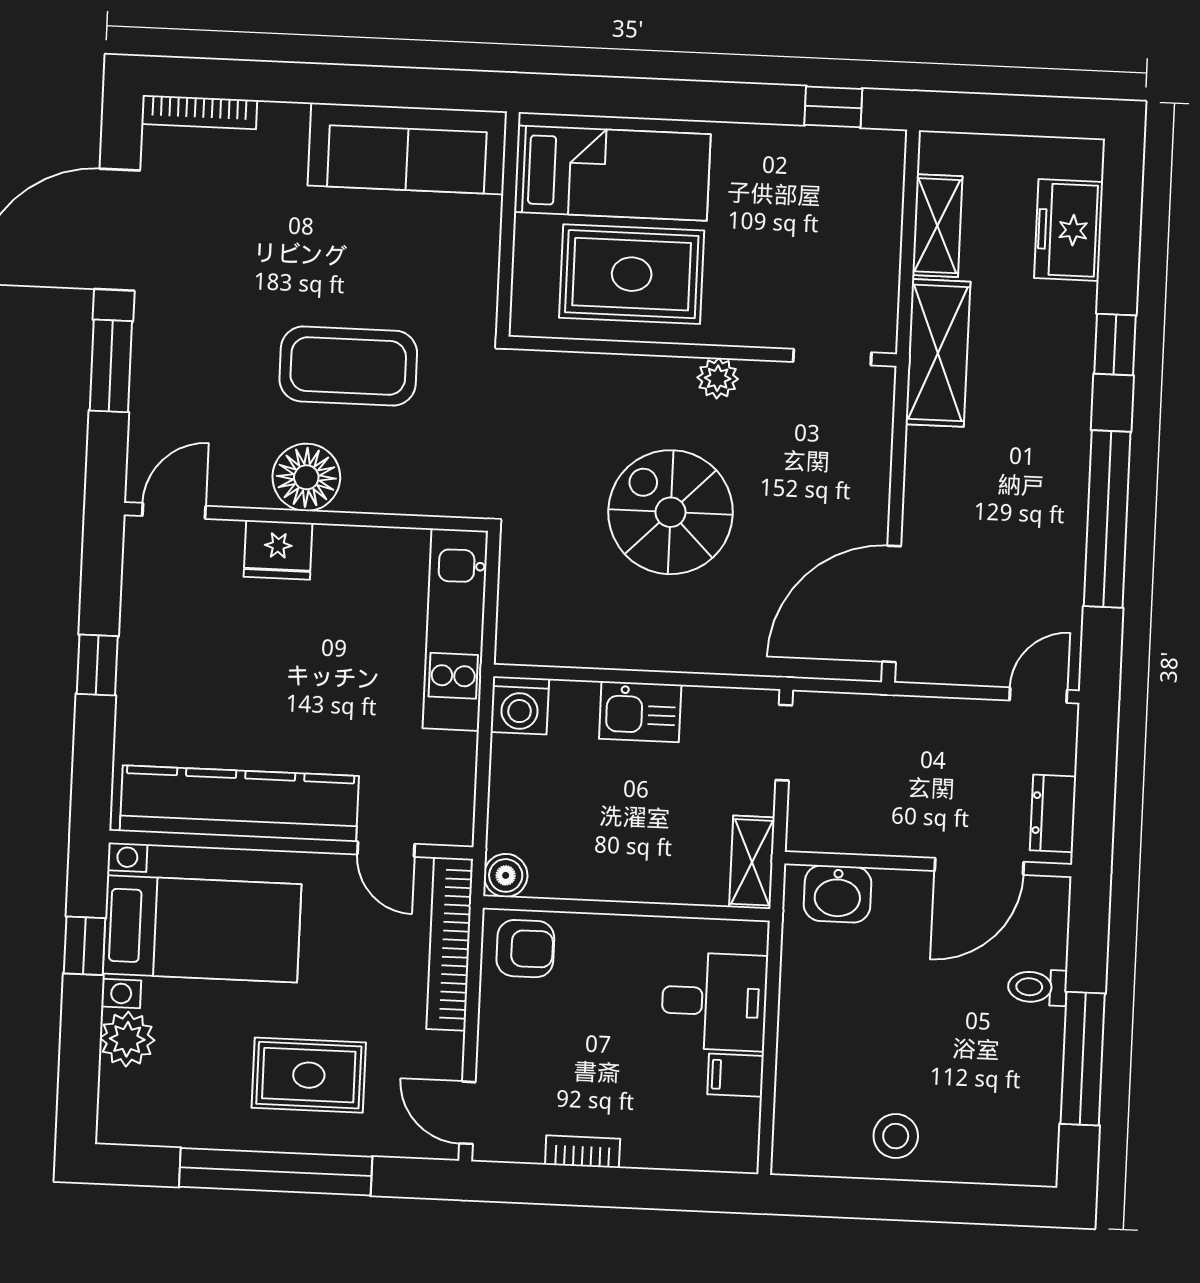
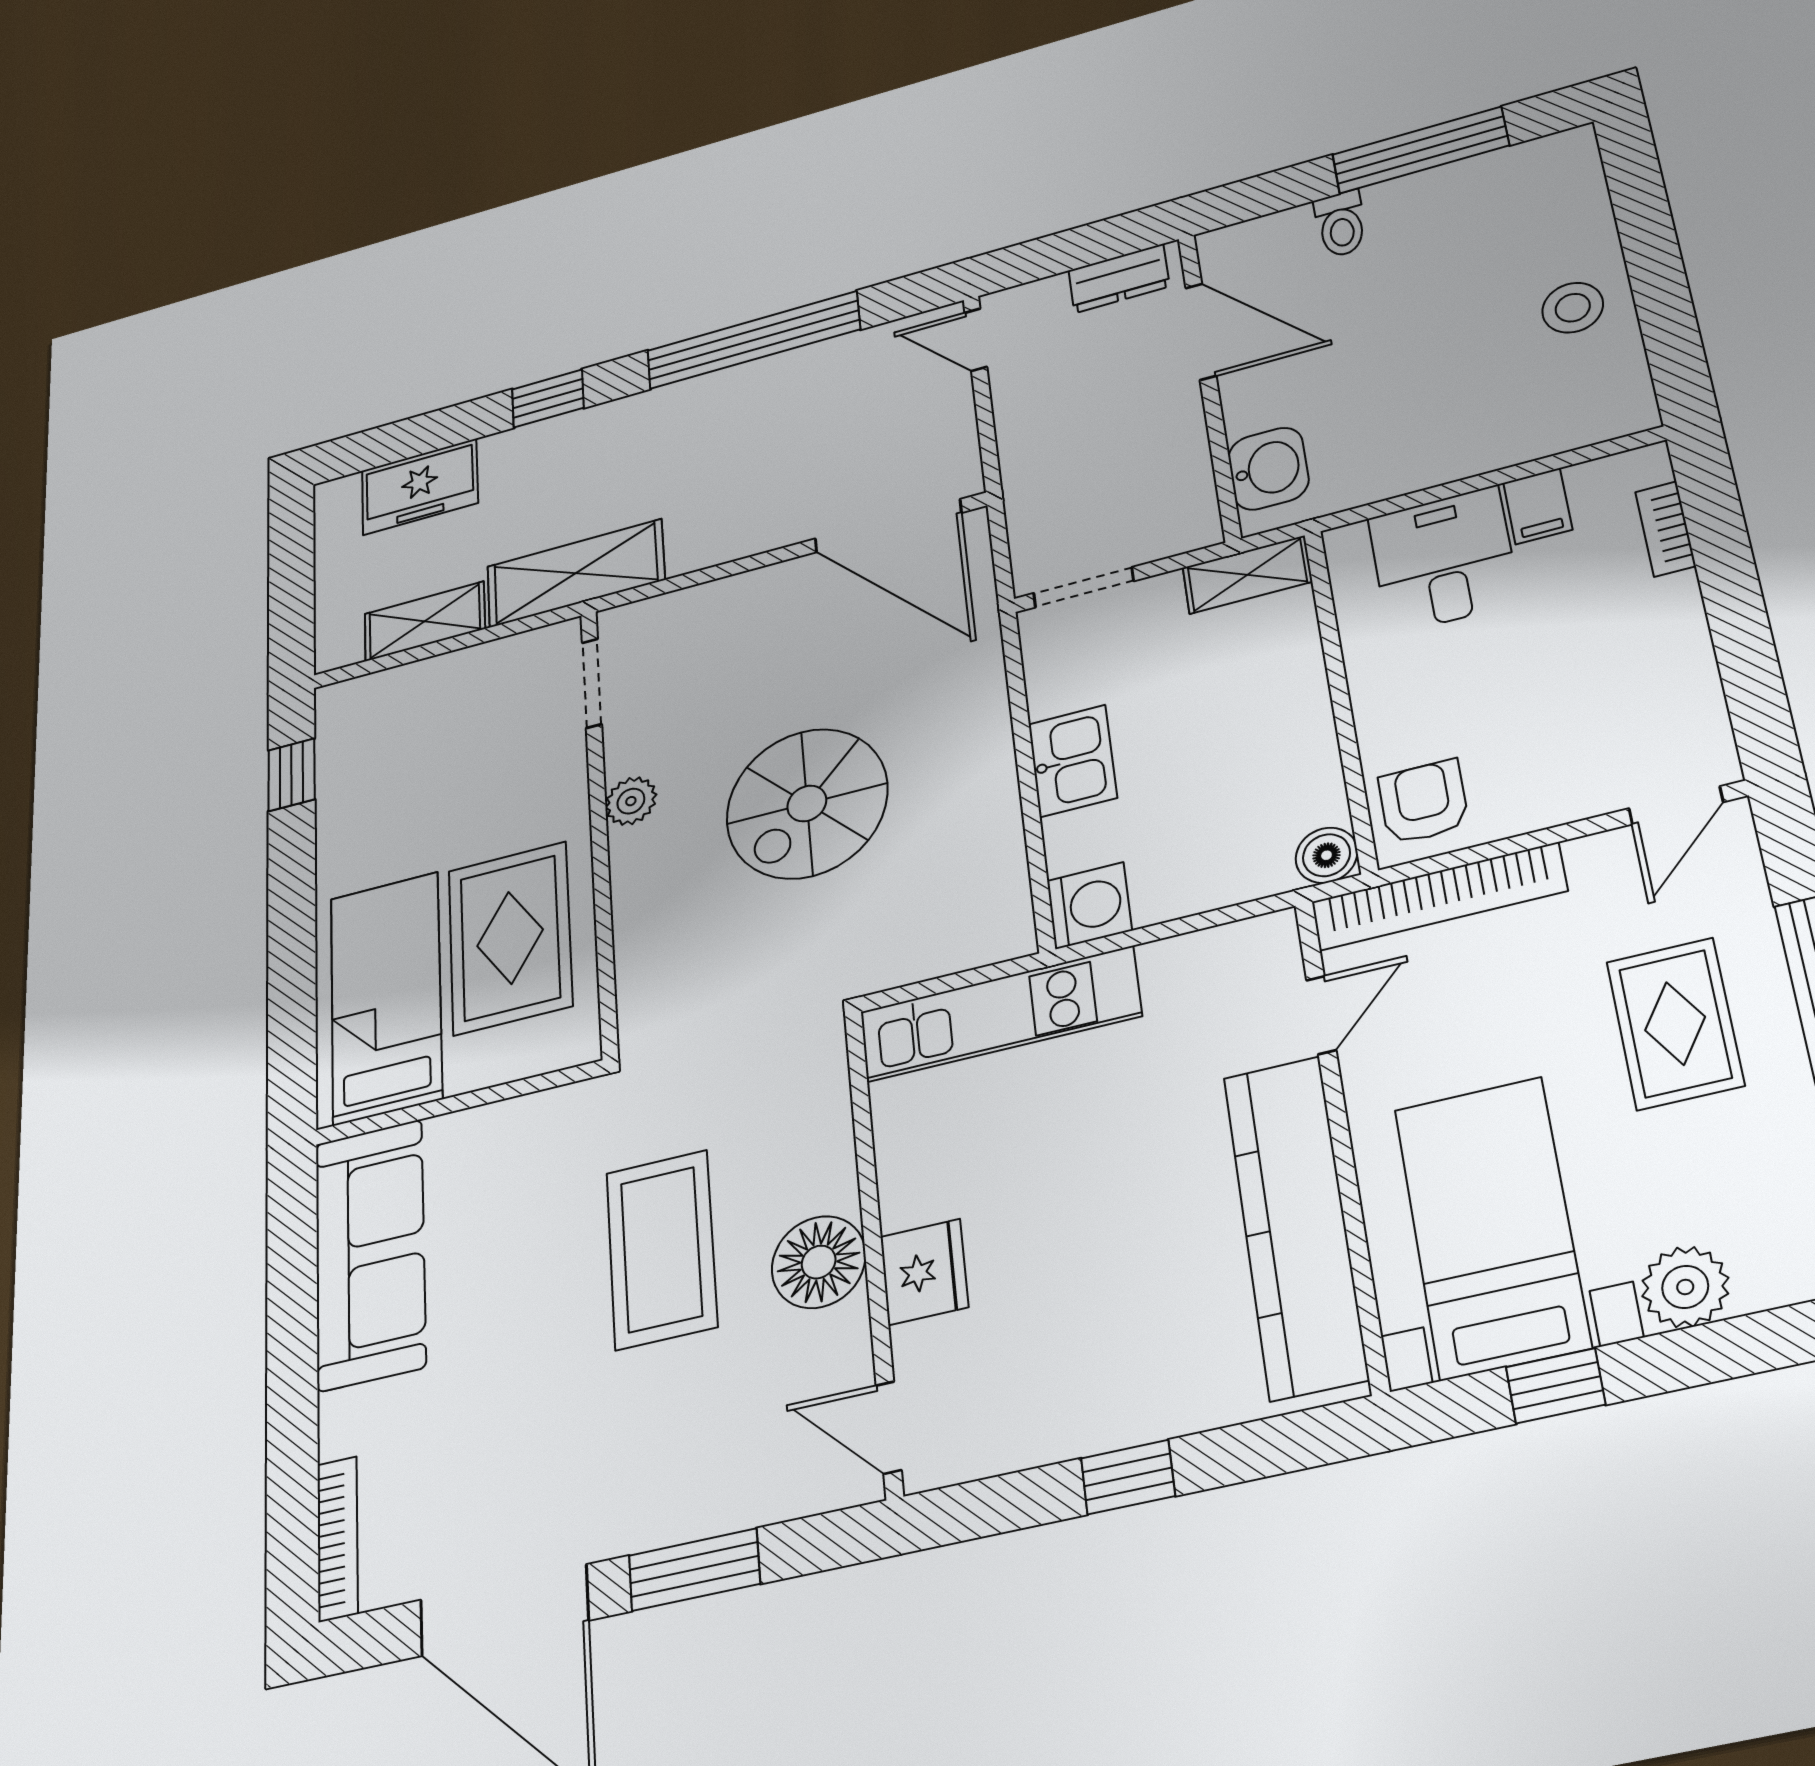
bookcase: (583, 1152) -> (1665, 529), moved

